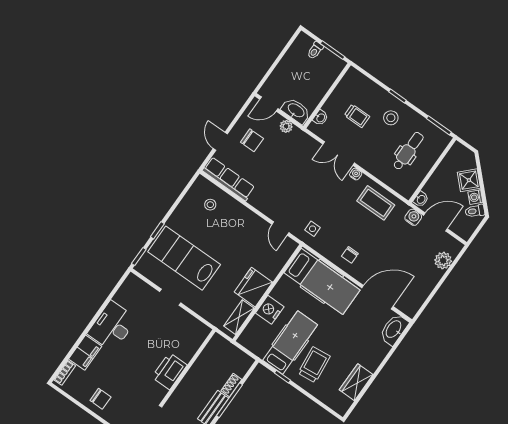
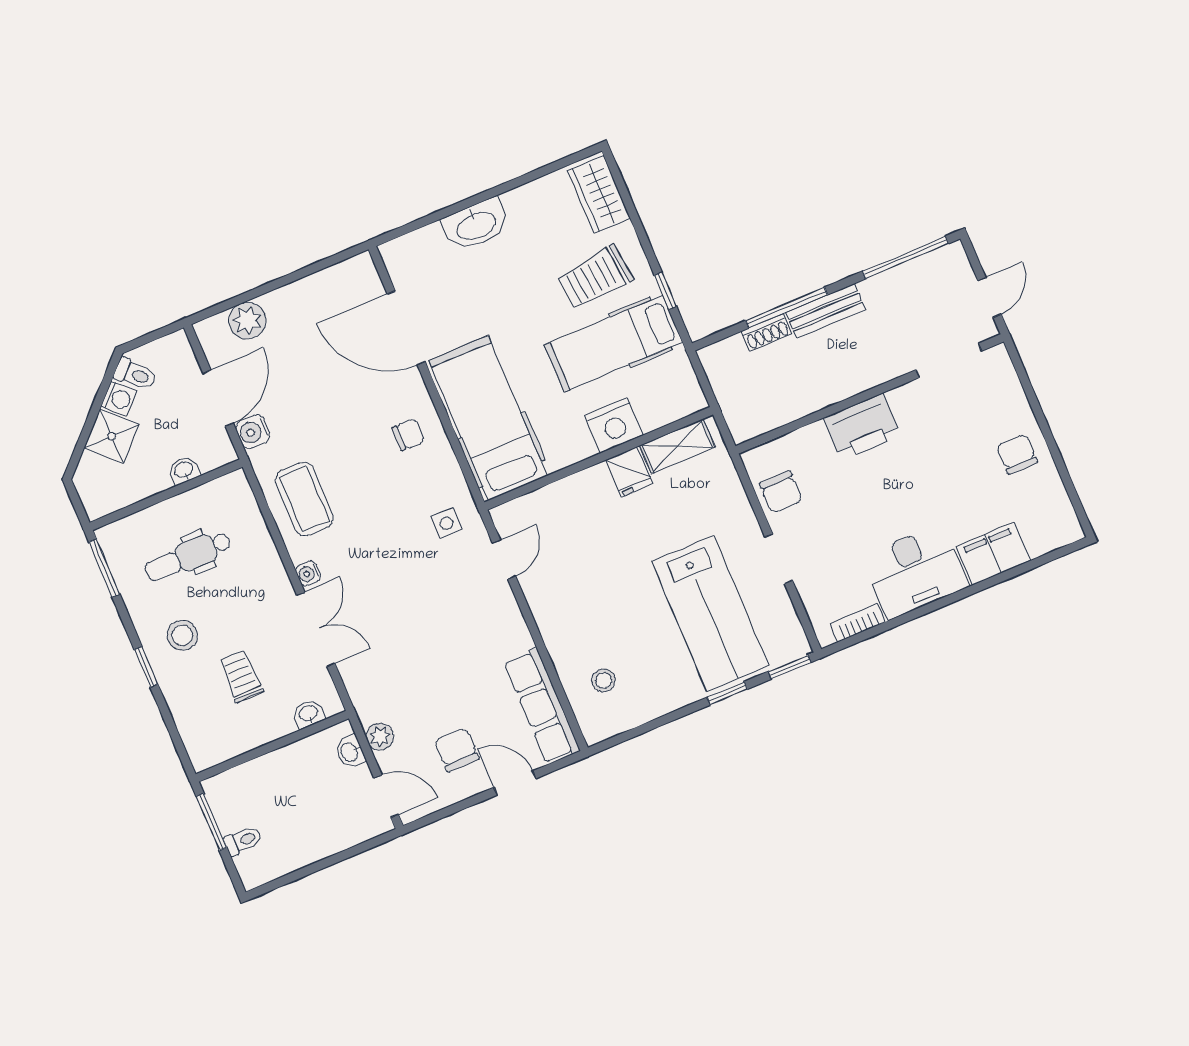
washbasin: (296, 111) -> (350, 752), width x0.52, depth x0.69
door: (220, 141) -> (515, 783), swing flipped
washbasin: (421, 199) -> (184, 470), moved
door: (436, 222) -> (218, 398), swing flipped
fridge: (253, 287) -> (629, 472), width x0.53, depth x0.75
chair: (186, 325) -> (781, 492), added
washbasin: (394, 329) -> (476, 225), moved
bookcase: (65, 373) -> (858, 623), moved
wardrobe: (356, 382) -> (599, 194), moved, turned 90

